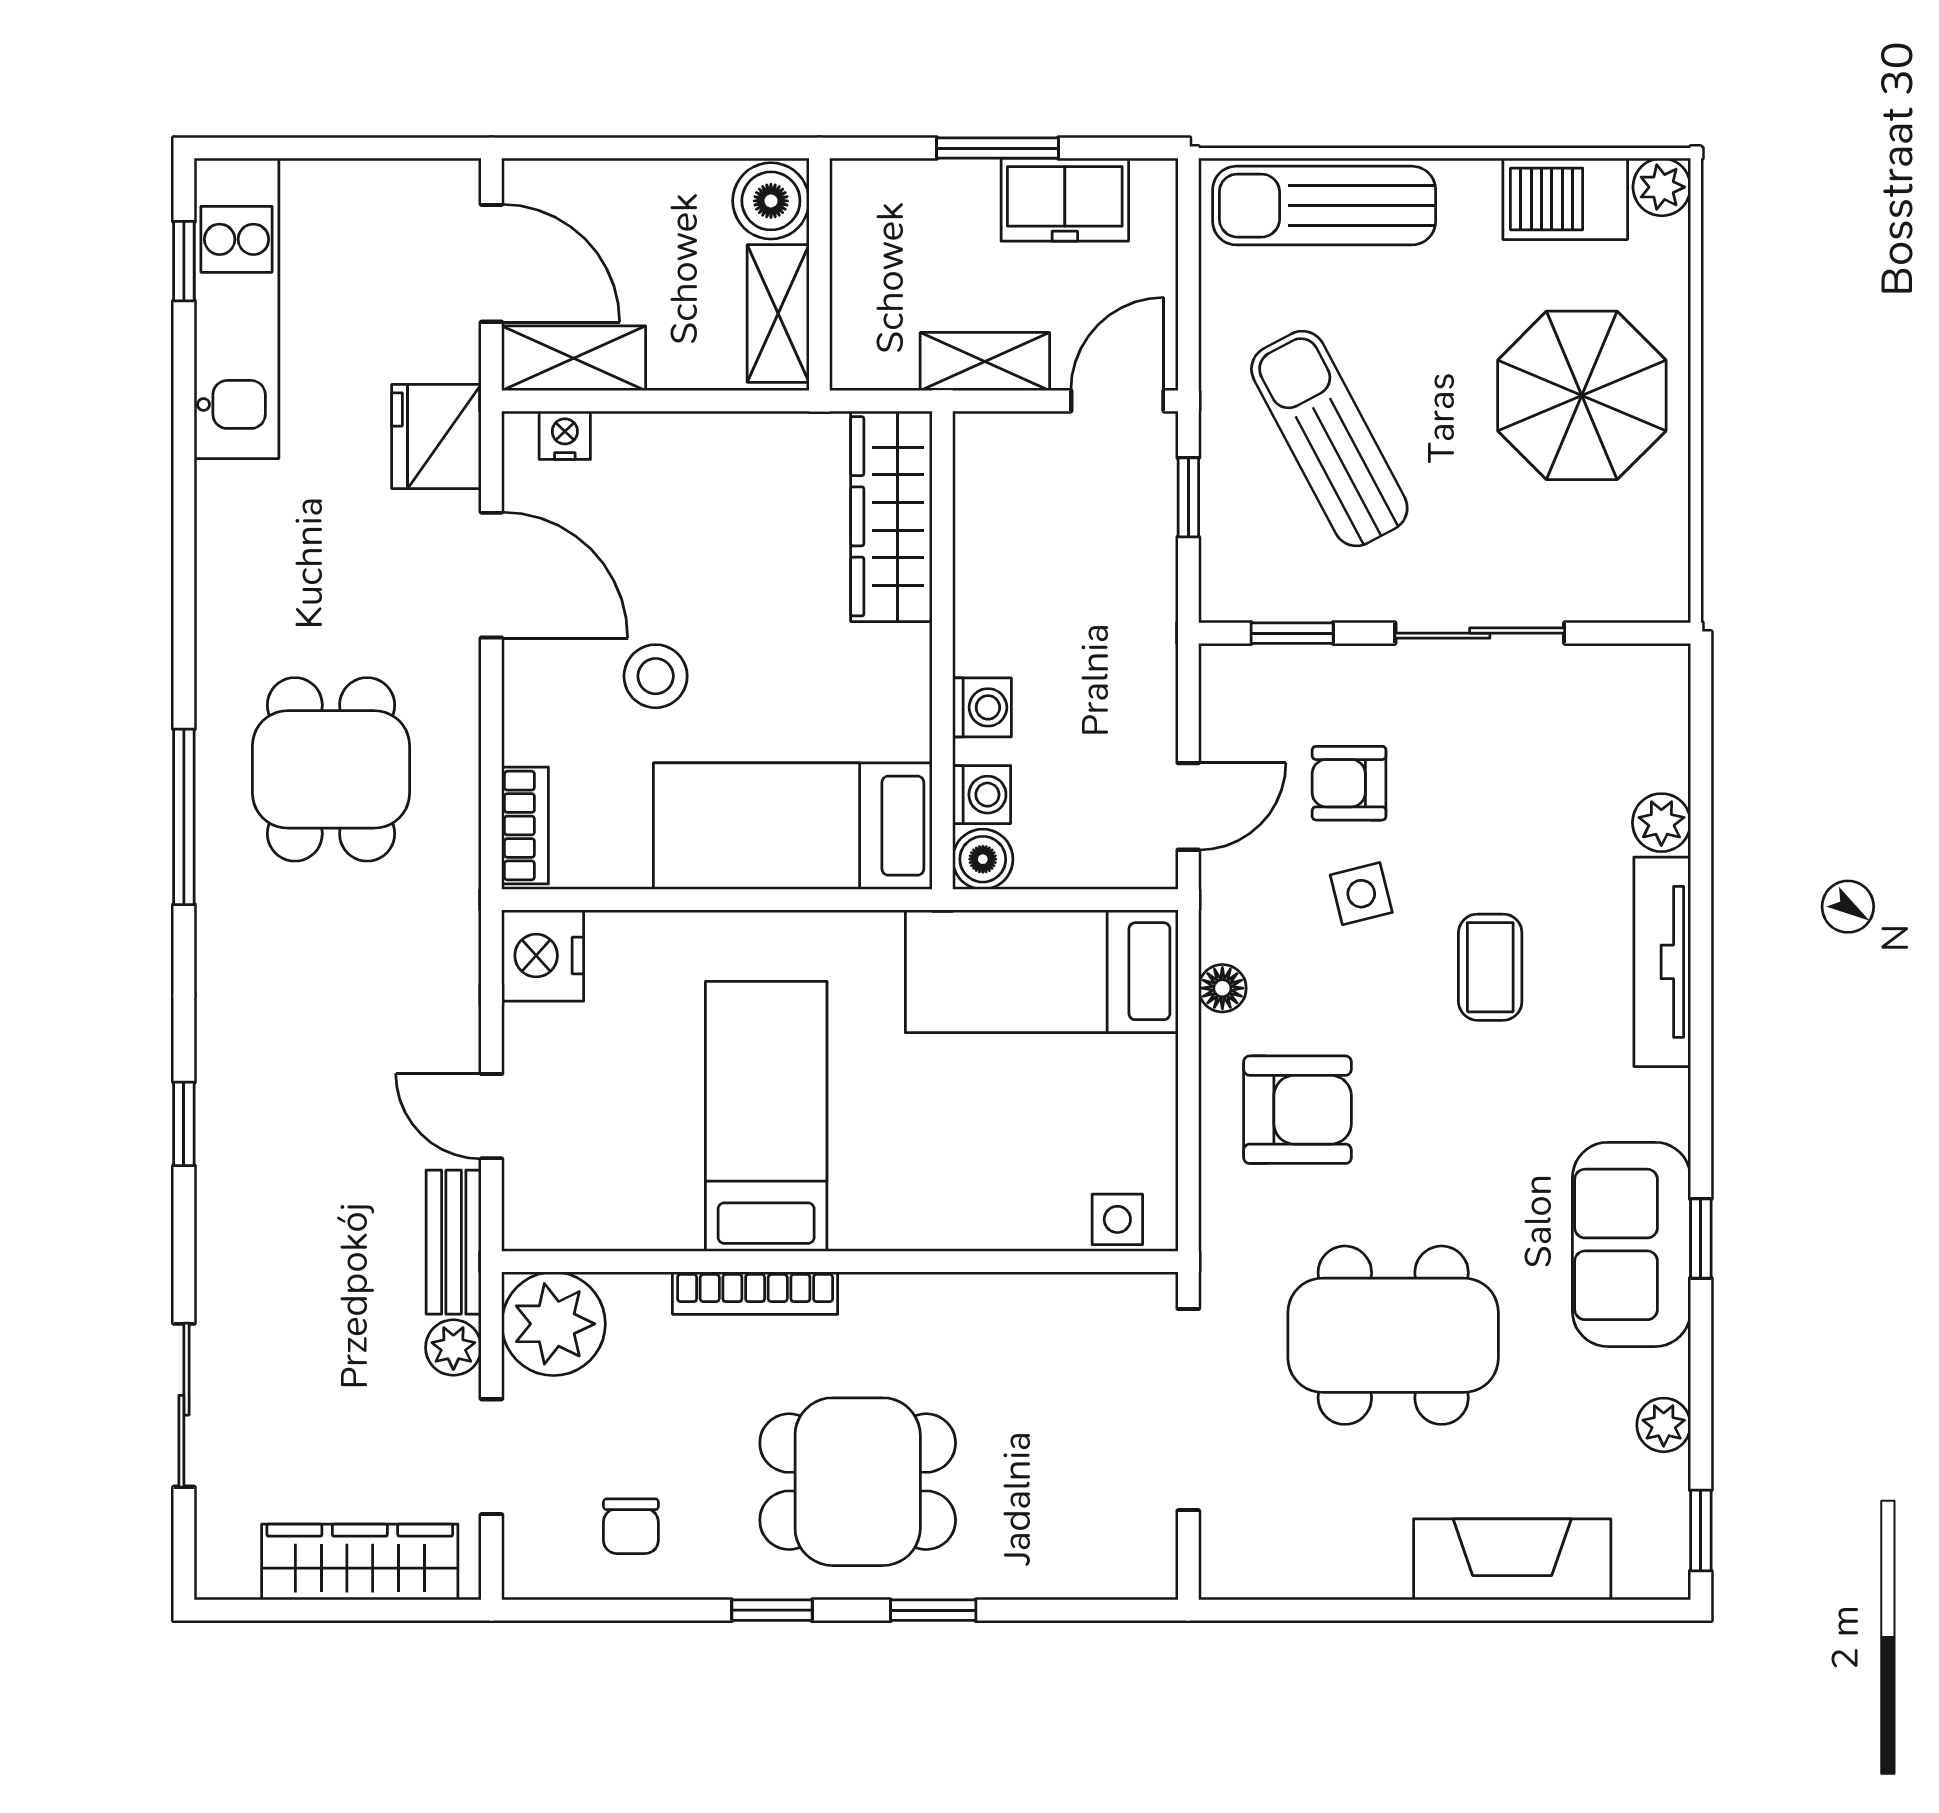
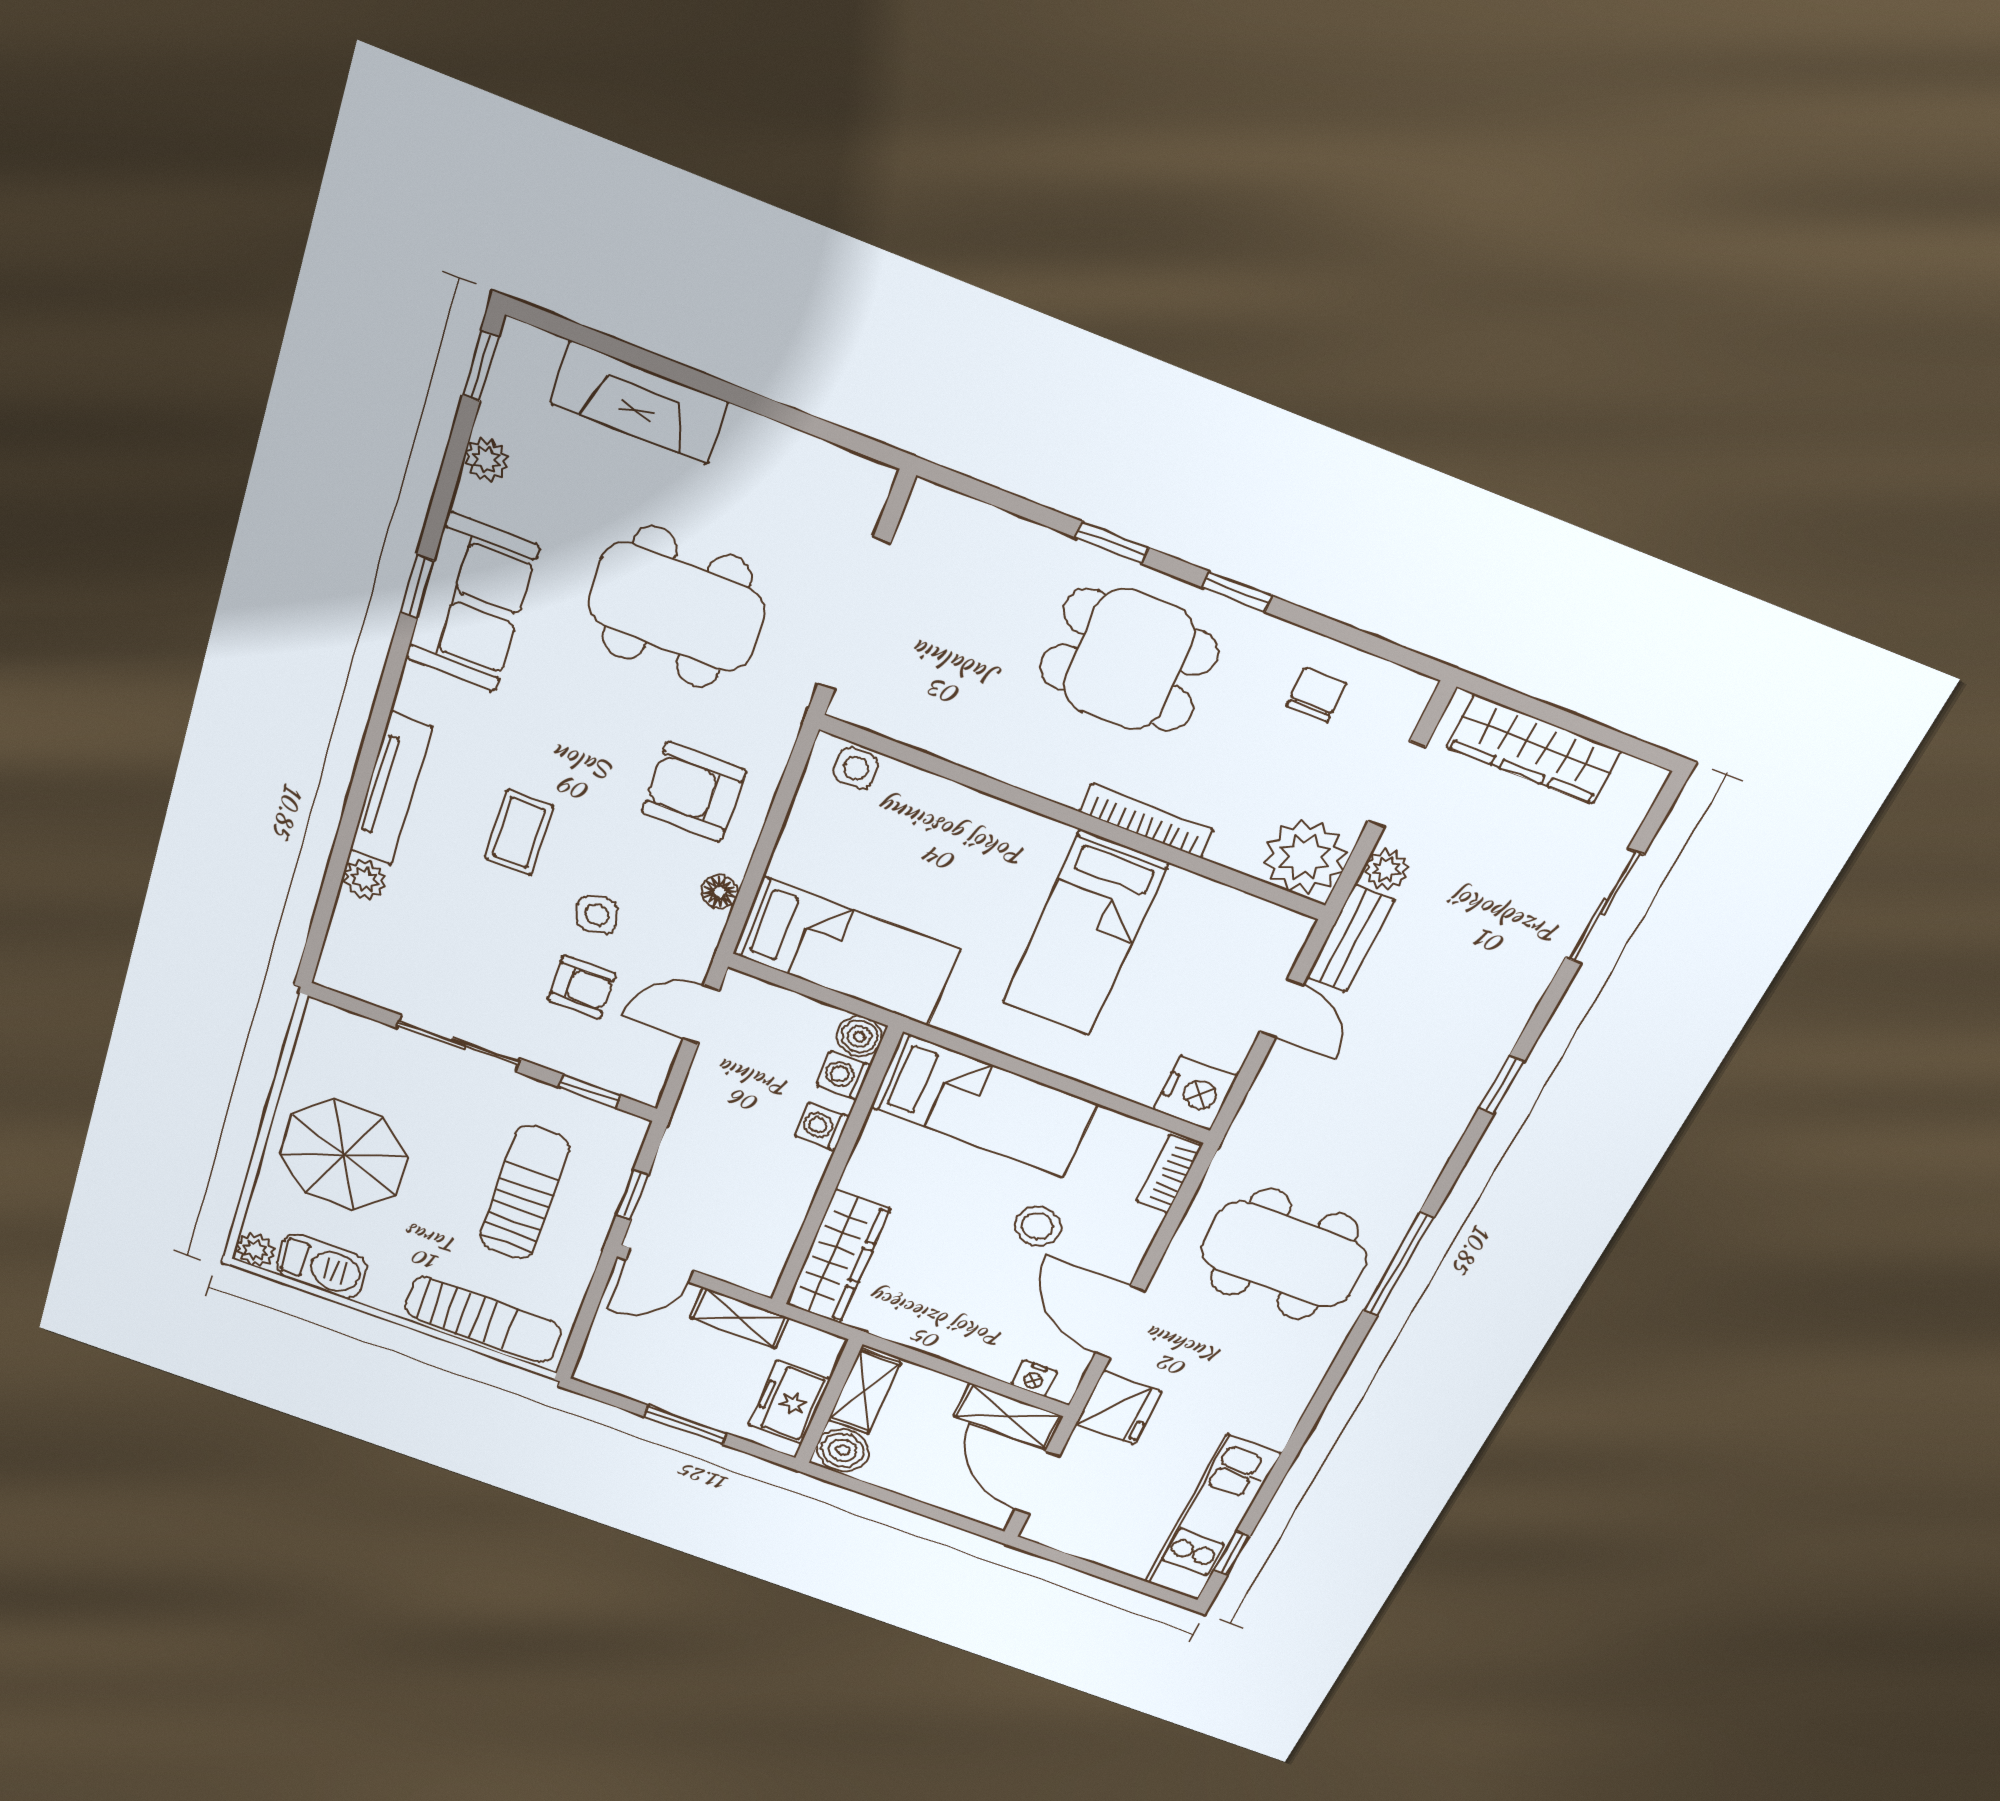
freezer: (1065, 200) -> (789, 1402), moved, turned -90
sun lounger: (1329, 439) -> (524, 1193), turned -152
dining table: (331, 769) -> (1284, 1255), width x1.38

